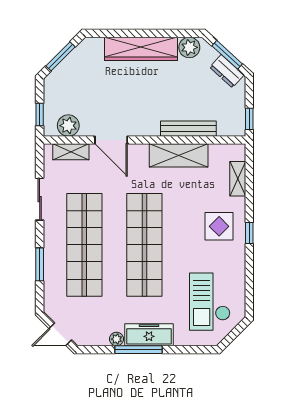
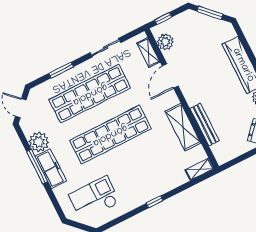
window: (249, 119) -> (232, 163), removed
shelving: (238, 179) -> (199, 169), moved
display table: (219, 226) -> (149, 179), removed
plant: (117, 339) -> (39, 142), width x1.87, depth x1.87

